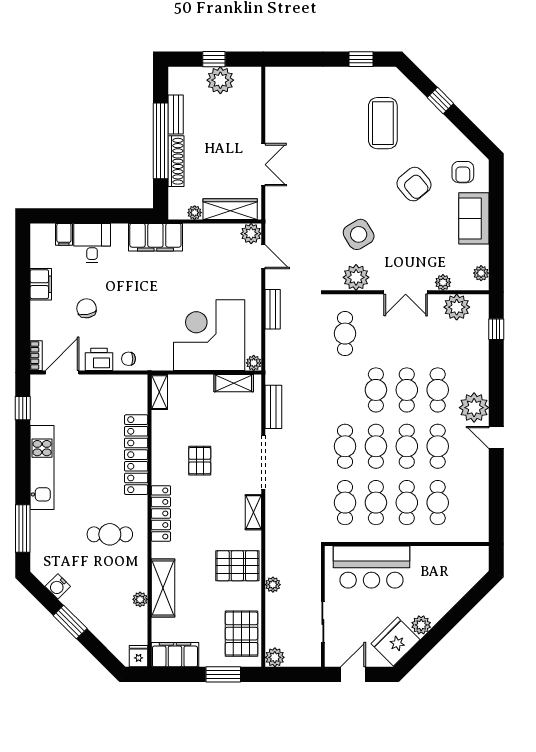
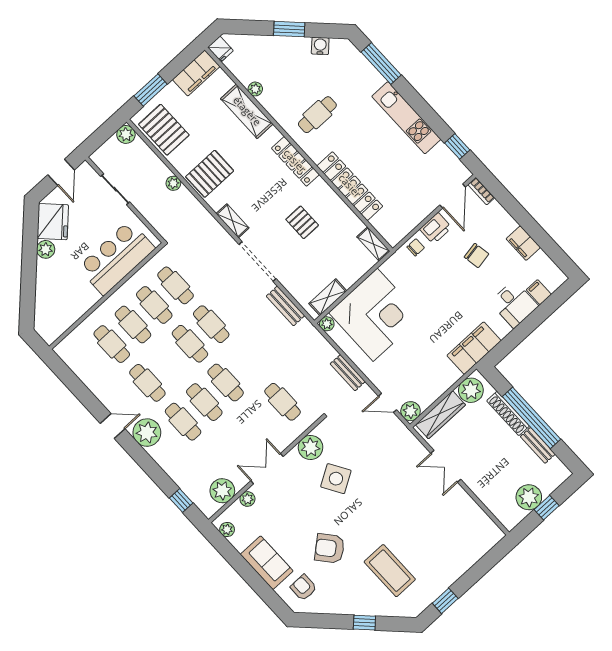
plant: (195, 213) -> (471, 390), width x1.87, depth x1.87
cafe table: (407, 446) -> (169, 363), removed

